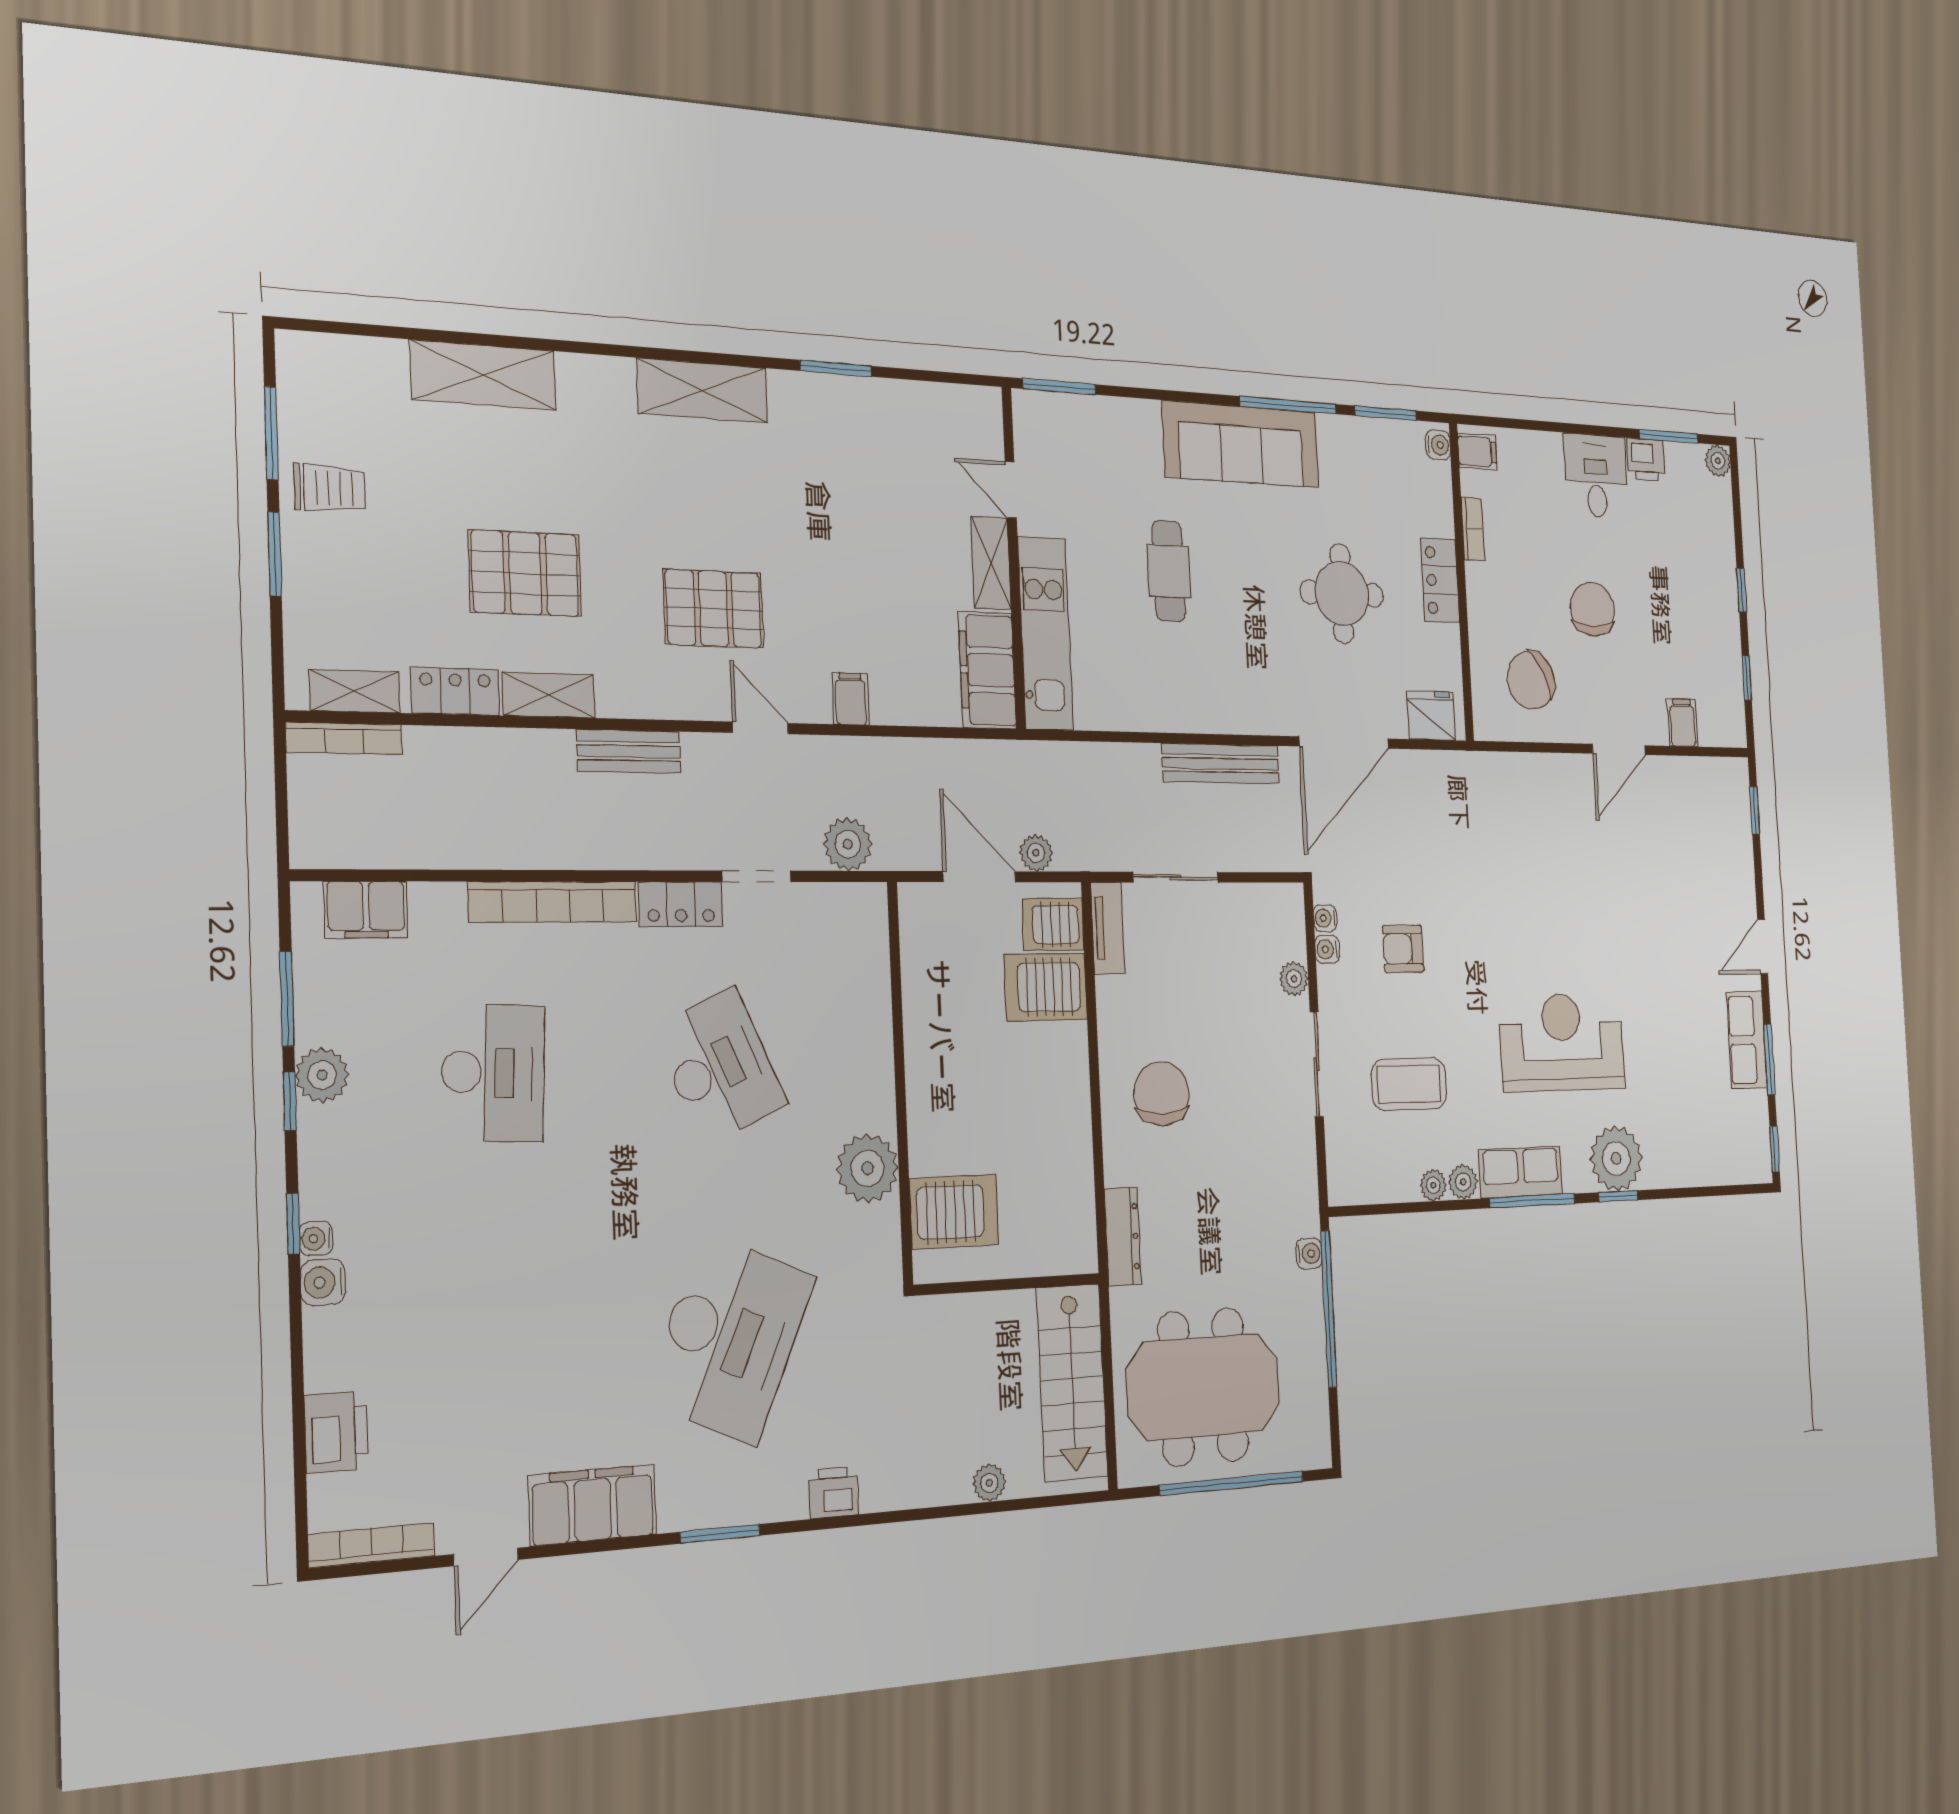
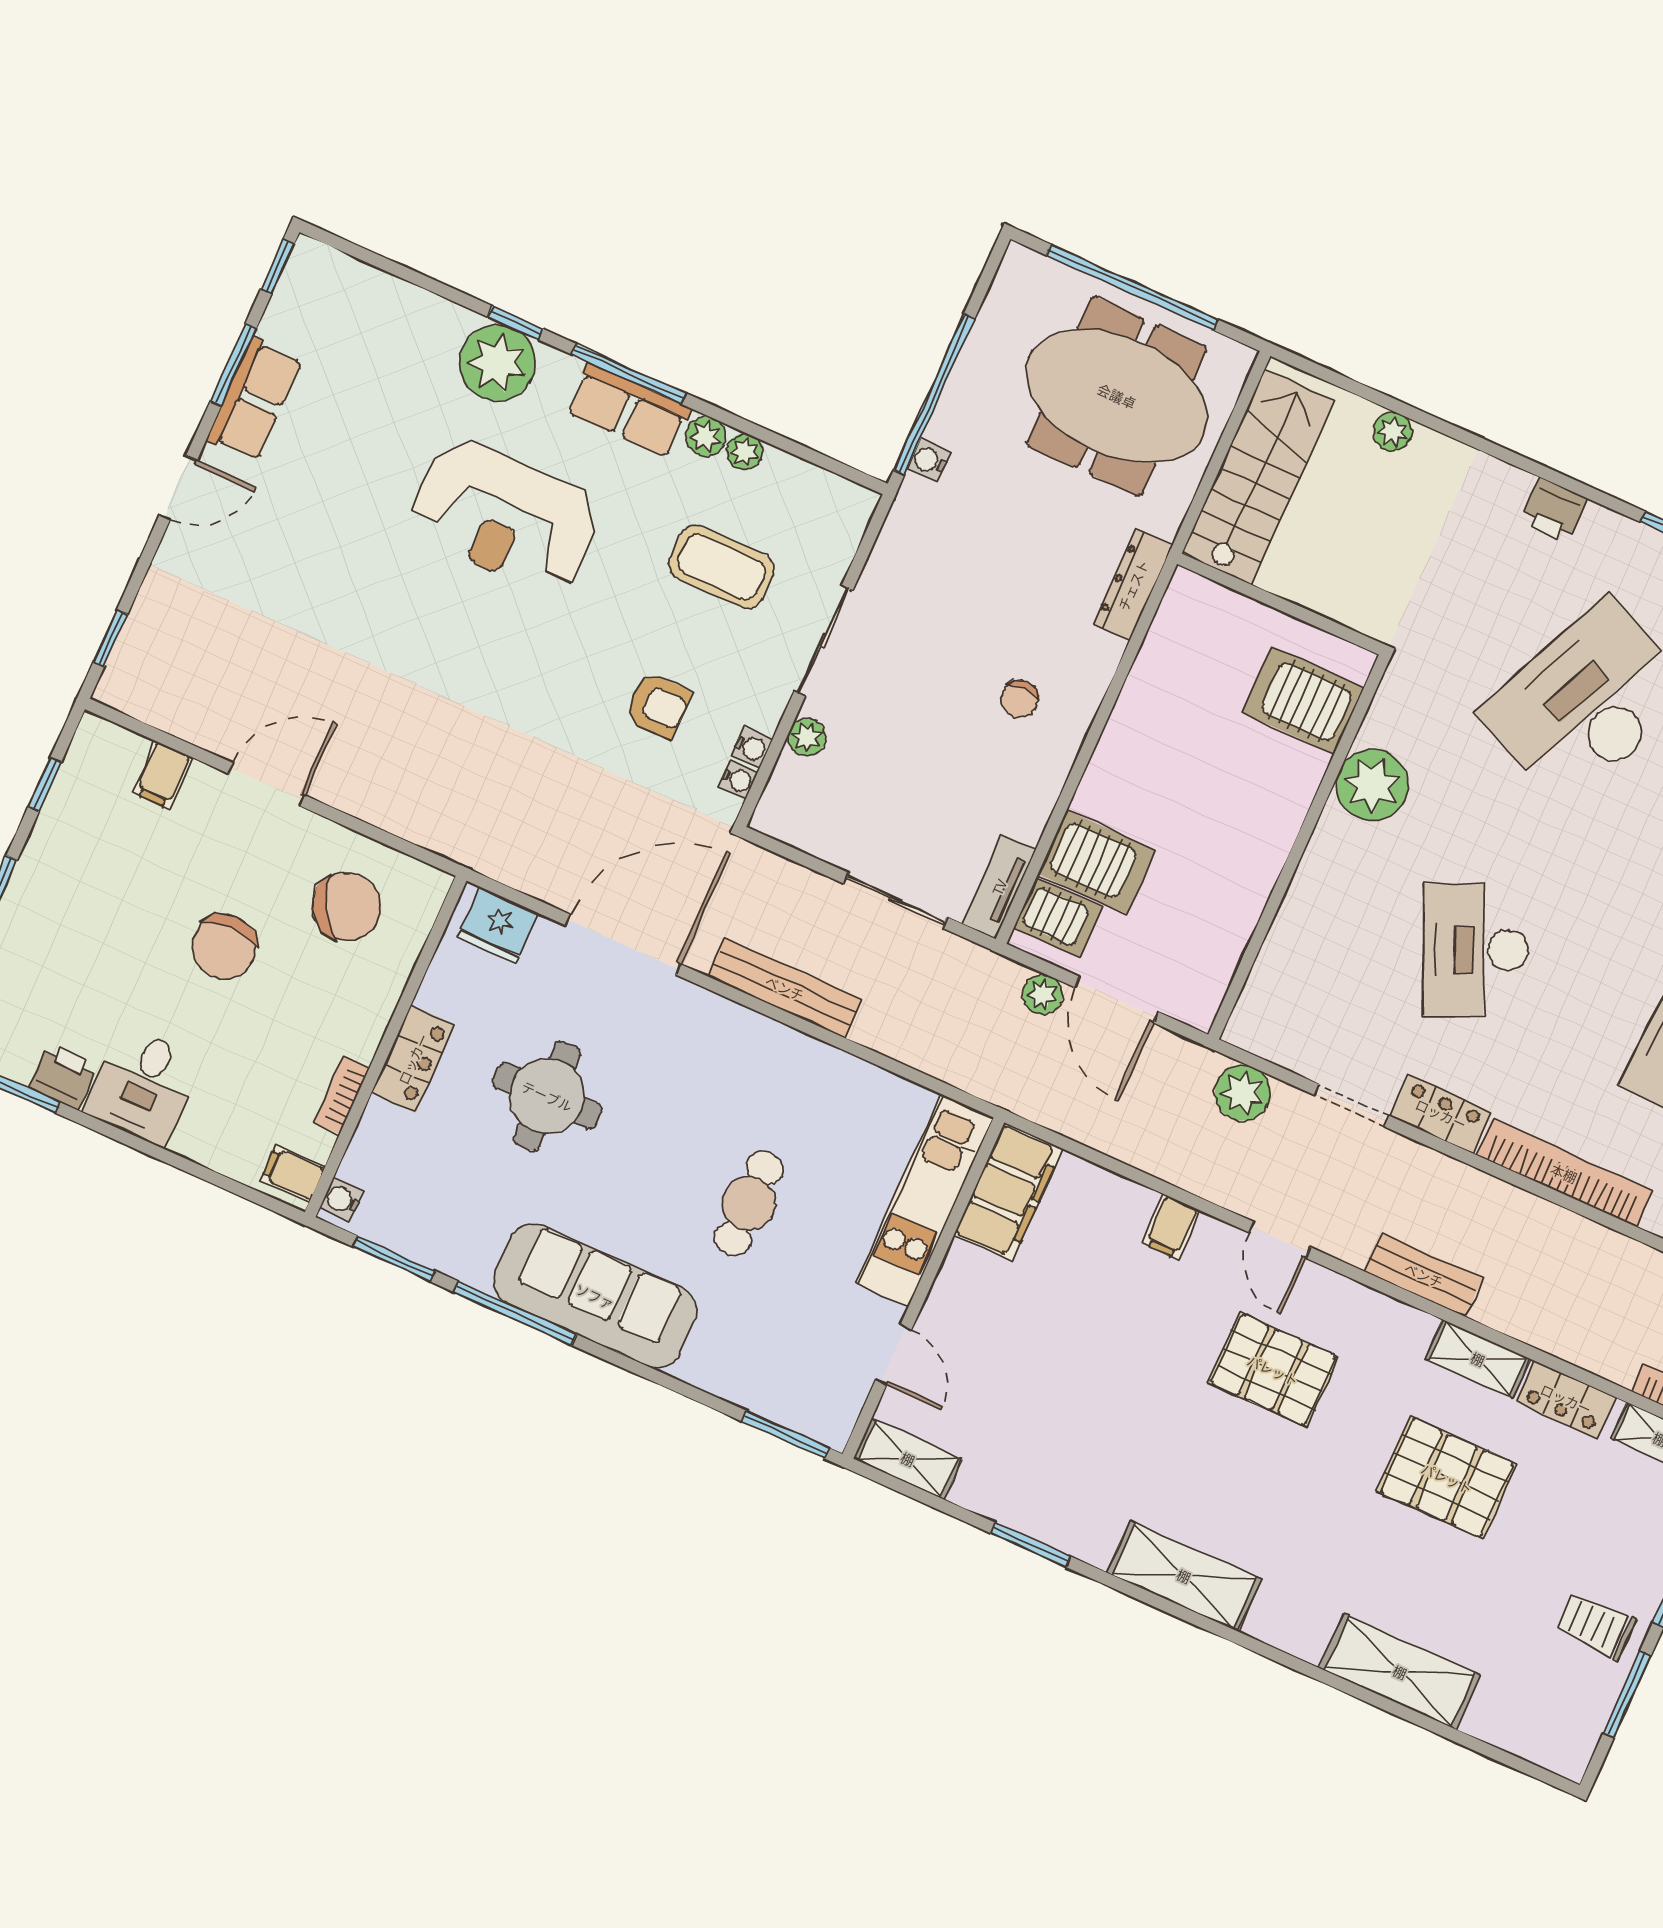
shelving: (991, 563) -> (908, 1459), moved, turned 90
chair: (1161, 1094) -> (1020, 699), width x0.54, depth x0.54

